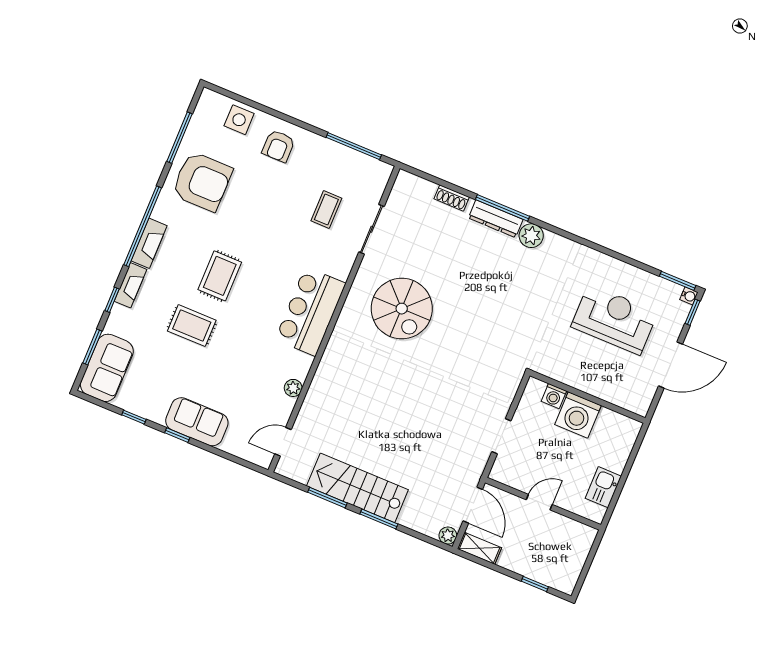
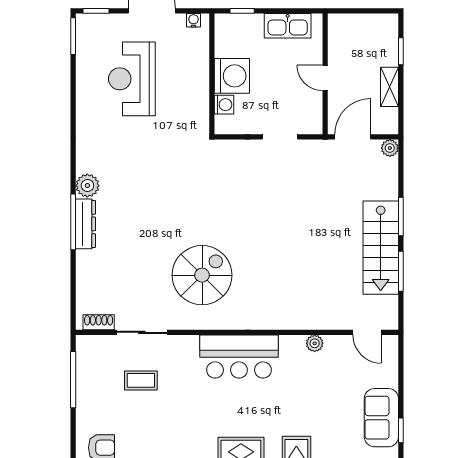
shoe rack: (452, 198) -> (99, 322), moved, turned -90
water cooler: (689, 296) -> (194, 20), moved
window: (635, 450) -> (242, 11), added
kitchen sink: (603, 487) -> (288, 26), width x1.38
shelving: (479, 548) -> (389, 87), moved

